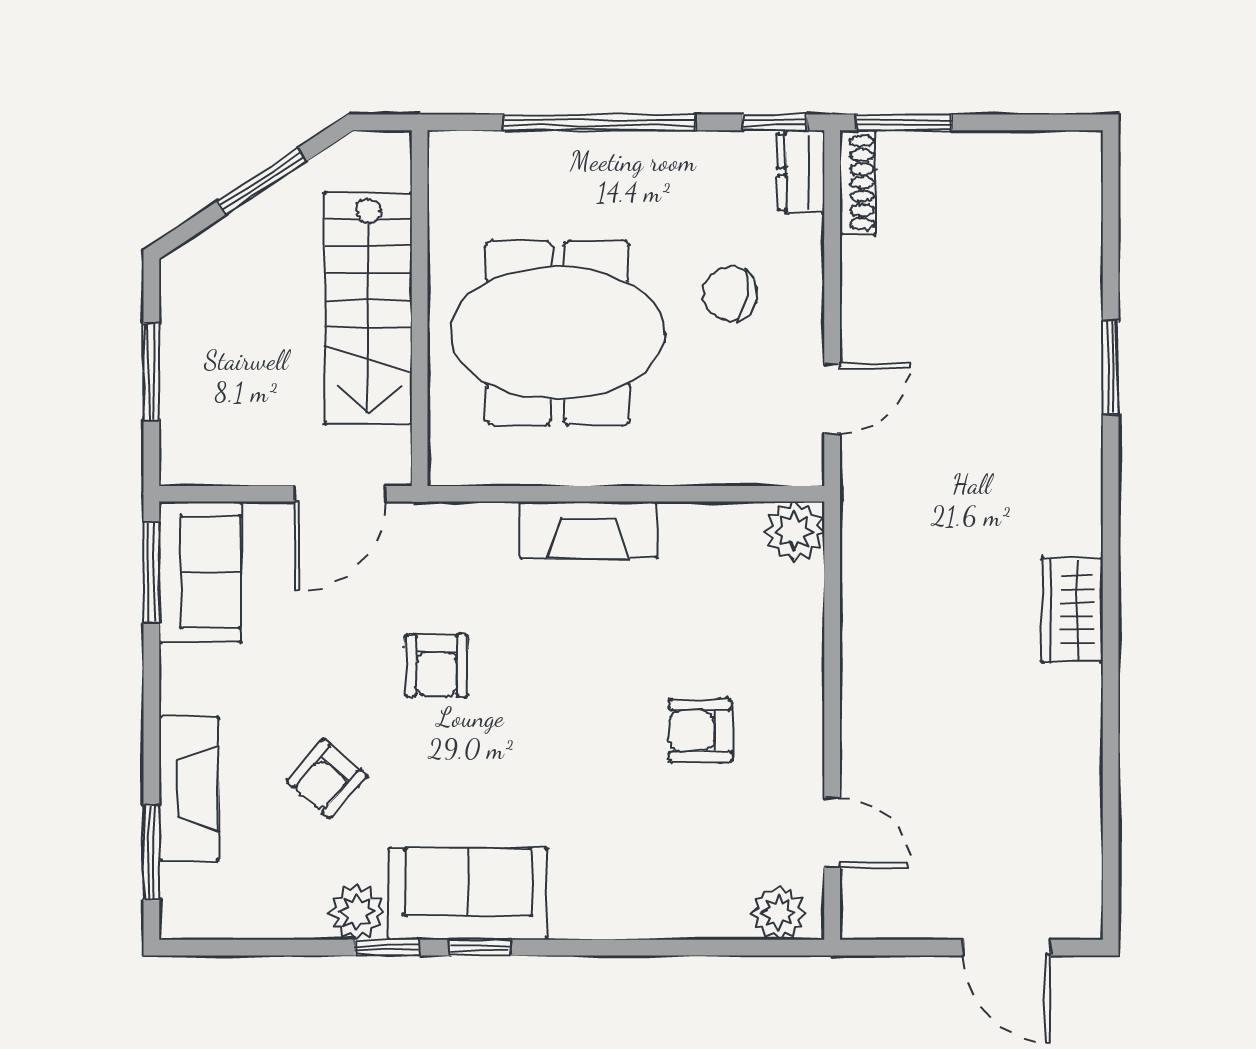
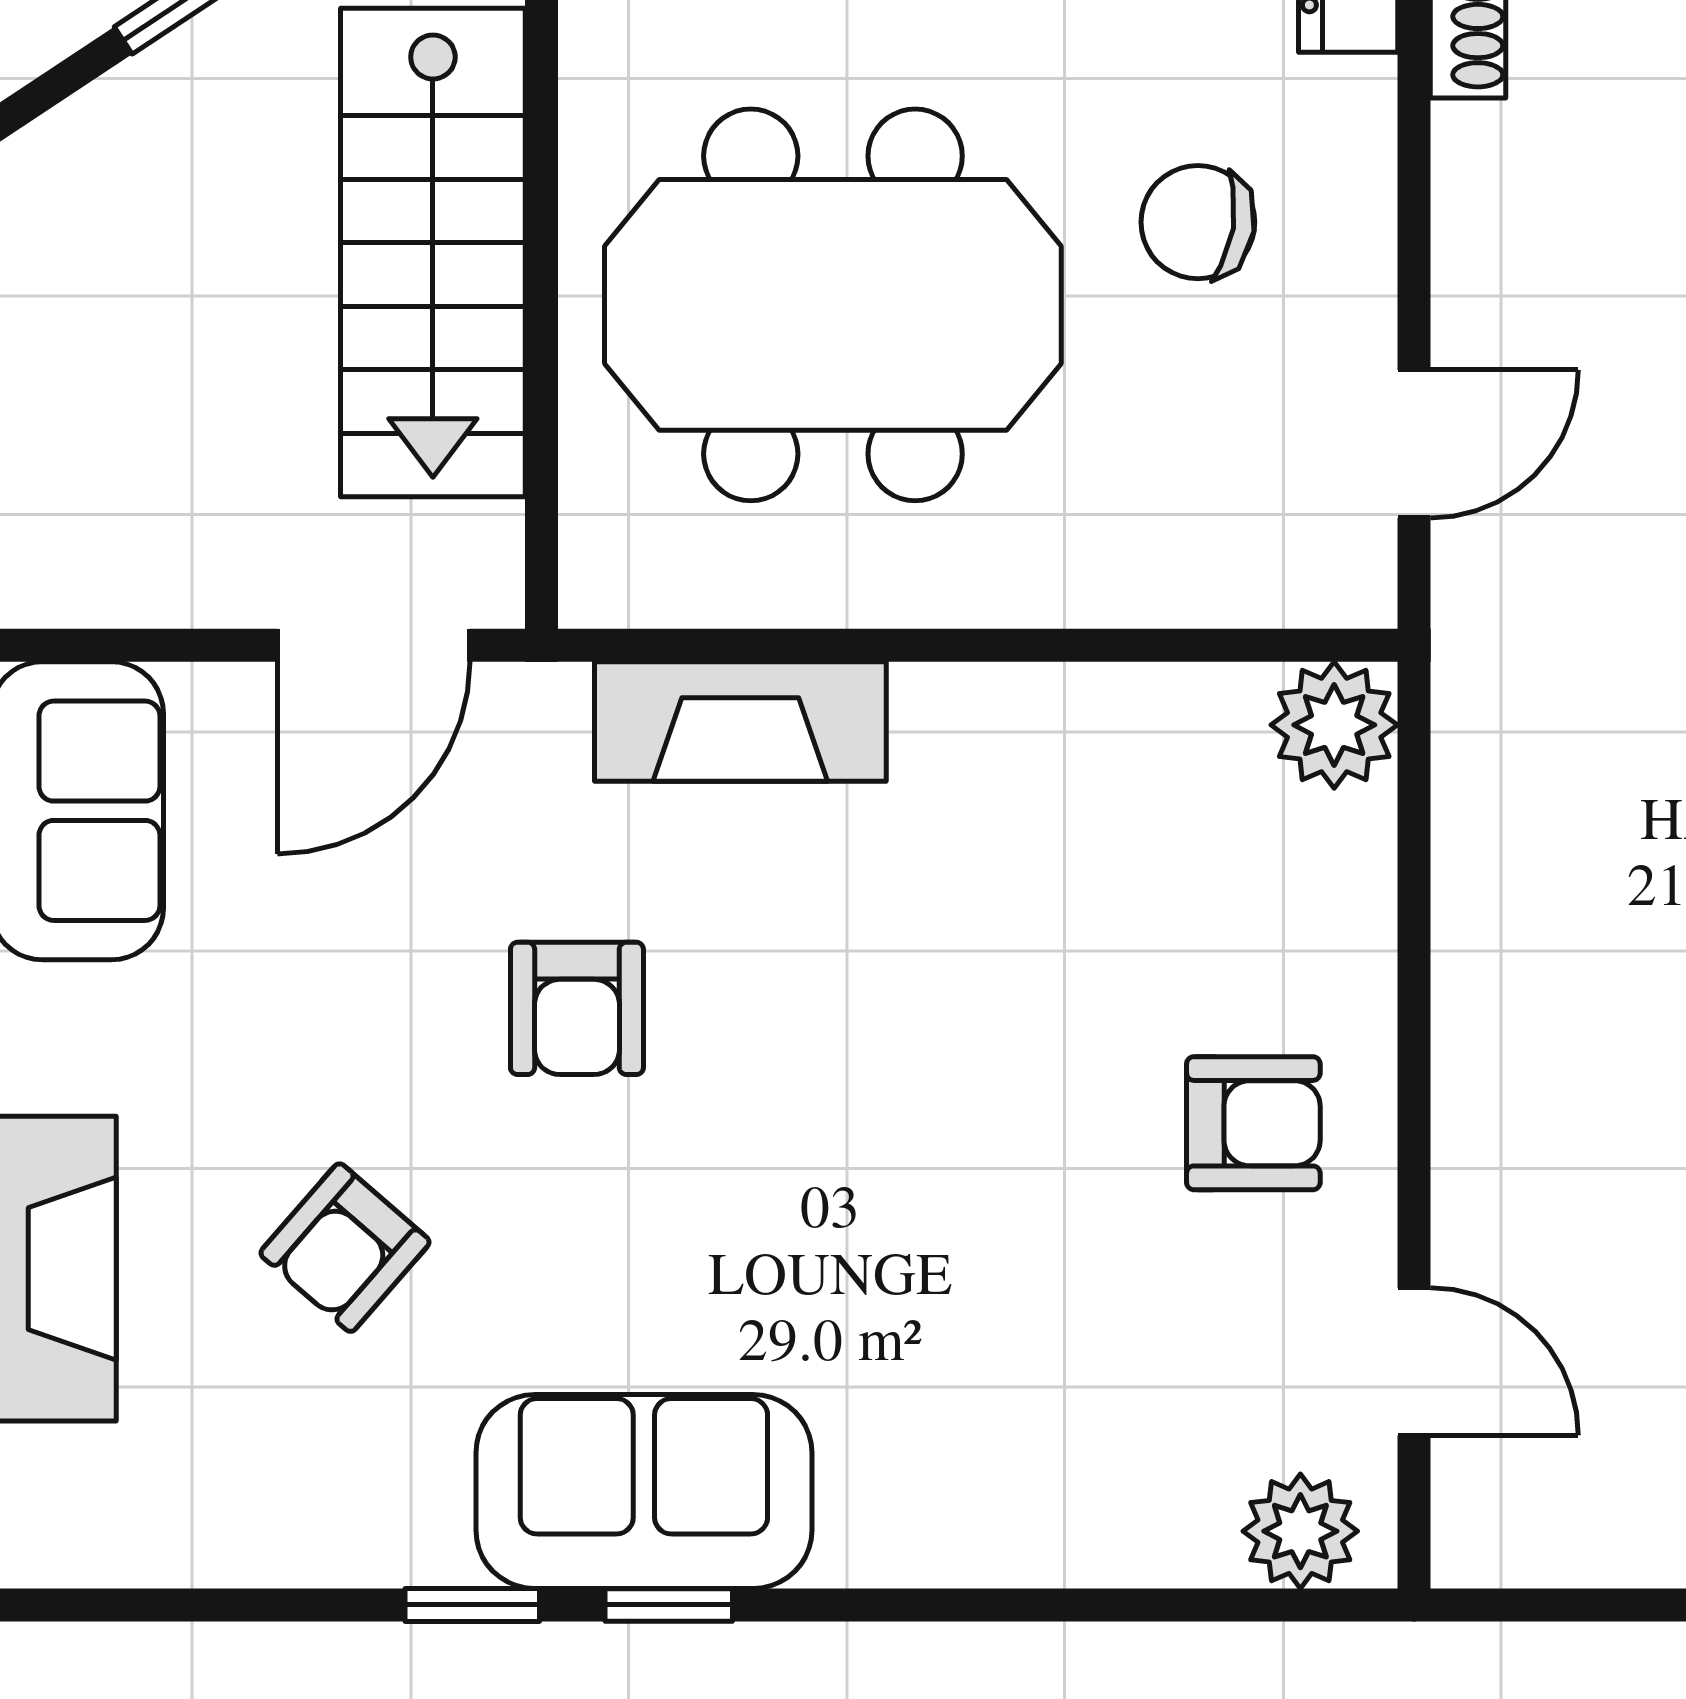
fireplace: (588, 530) -> (740, 722), moved
armchair: (700, 731) -> (1253, 1123), moved, turned 180
plant: (357, 912) -> (408, 1530), removed

